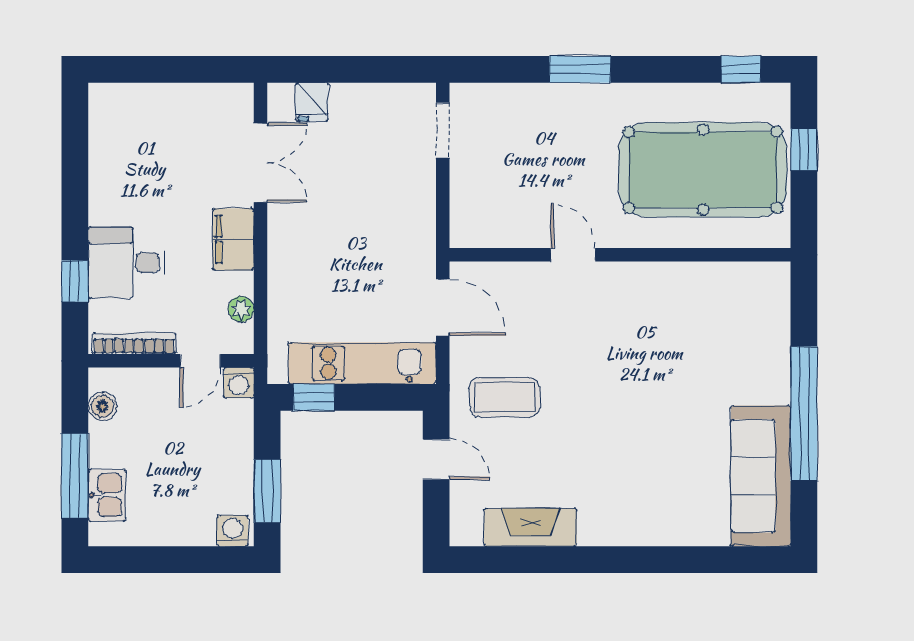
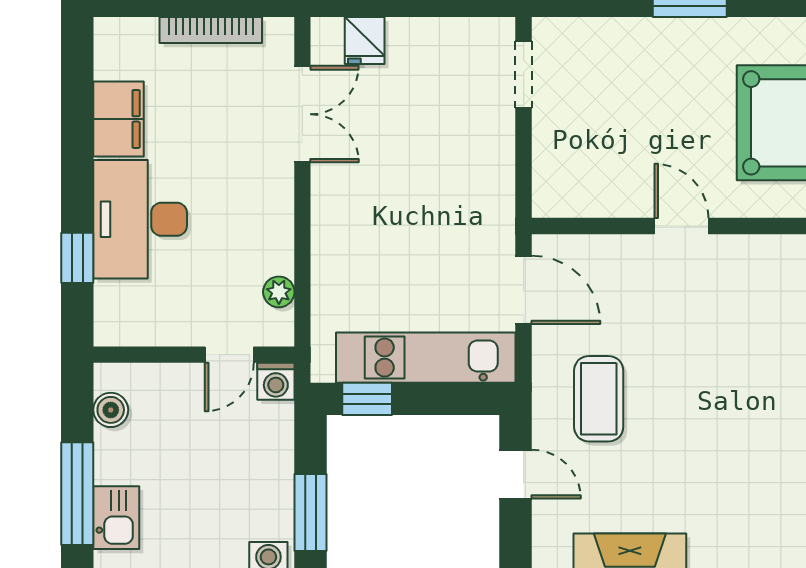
filing cabinet: (233, 239) -> (118, 119), moved, turned 180
desk: (127, 263) -> (140, 219), width x1.37
bookcase: (134, 343) -> (211, 30), moved, turned 180
coffee table: (505, 397) -> (599, 399), turned 90

